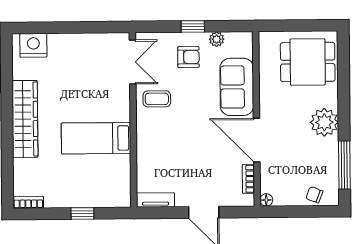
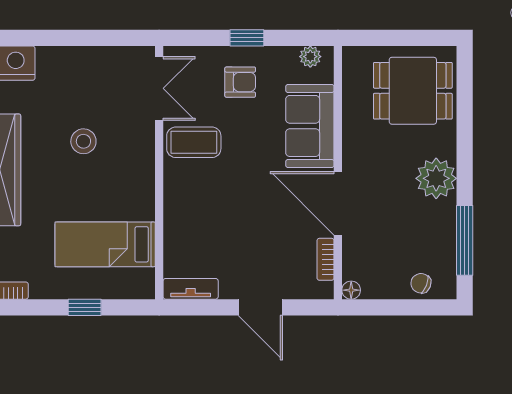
plant: (217, 39) -> (310, 57), moved
stool: (81, 99) -> (83, 141), added
coffee table: (157, 99) -> (194, 142), width x1.36, depth x1.30
bed: (96, 138) -> (105, 244), moved

